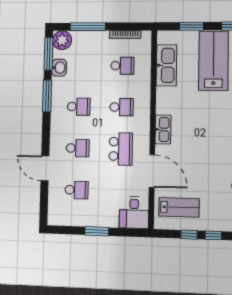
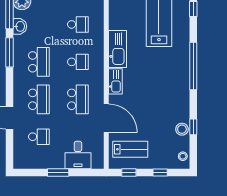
kitchen sink: (166, 65) -> (117, 49), moved
school desk: (79, 107) -> (39, 62), width x1.85
school desk: (78, 148) -> (39, 99), width x1.85
desk: (134, 212) -> (78, 155), moved
window: (189, 235) -> (129, 172), moved

